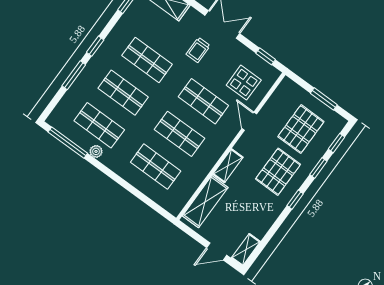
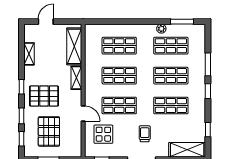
window: (68, 143) -> (182, 22), width x0.69
pallet: (278, 172) -> (44, 96), turned 90
shelving: (246, 250) -> (29, 54), moved

